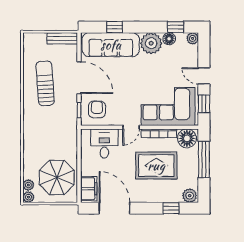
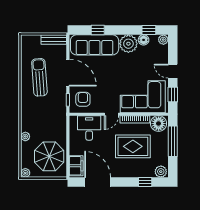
plant: (28, 185) -> (25, 136), moved

